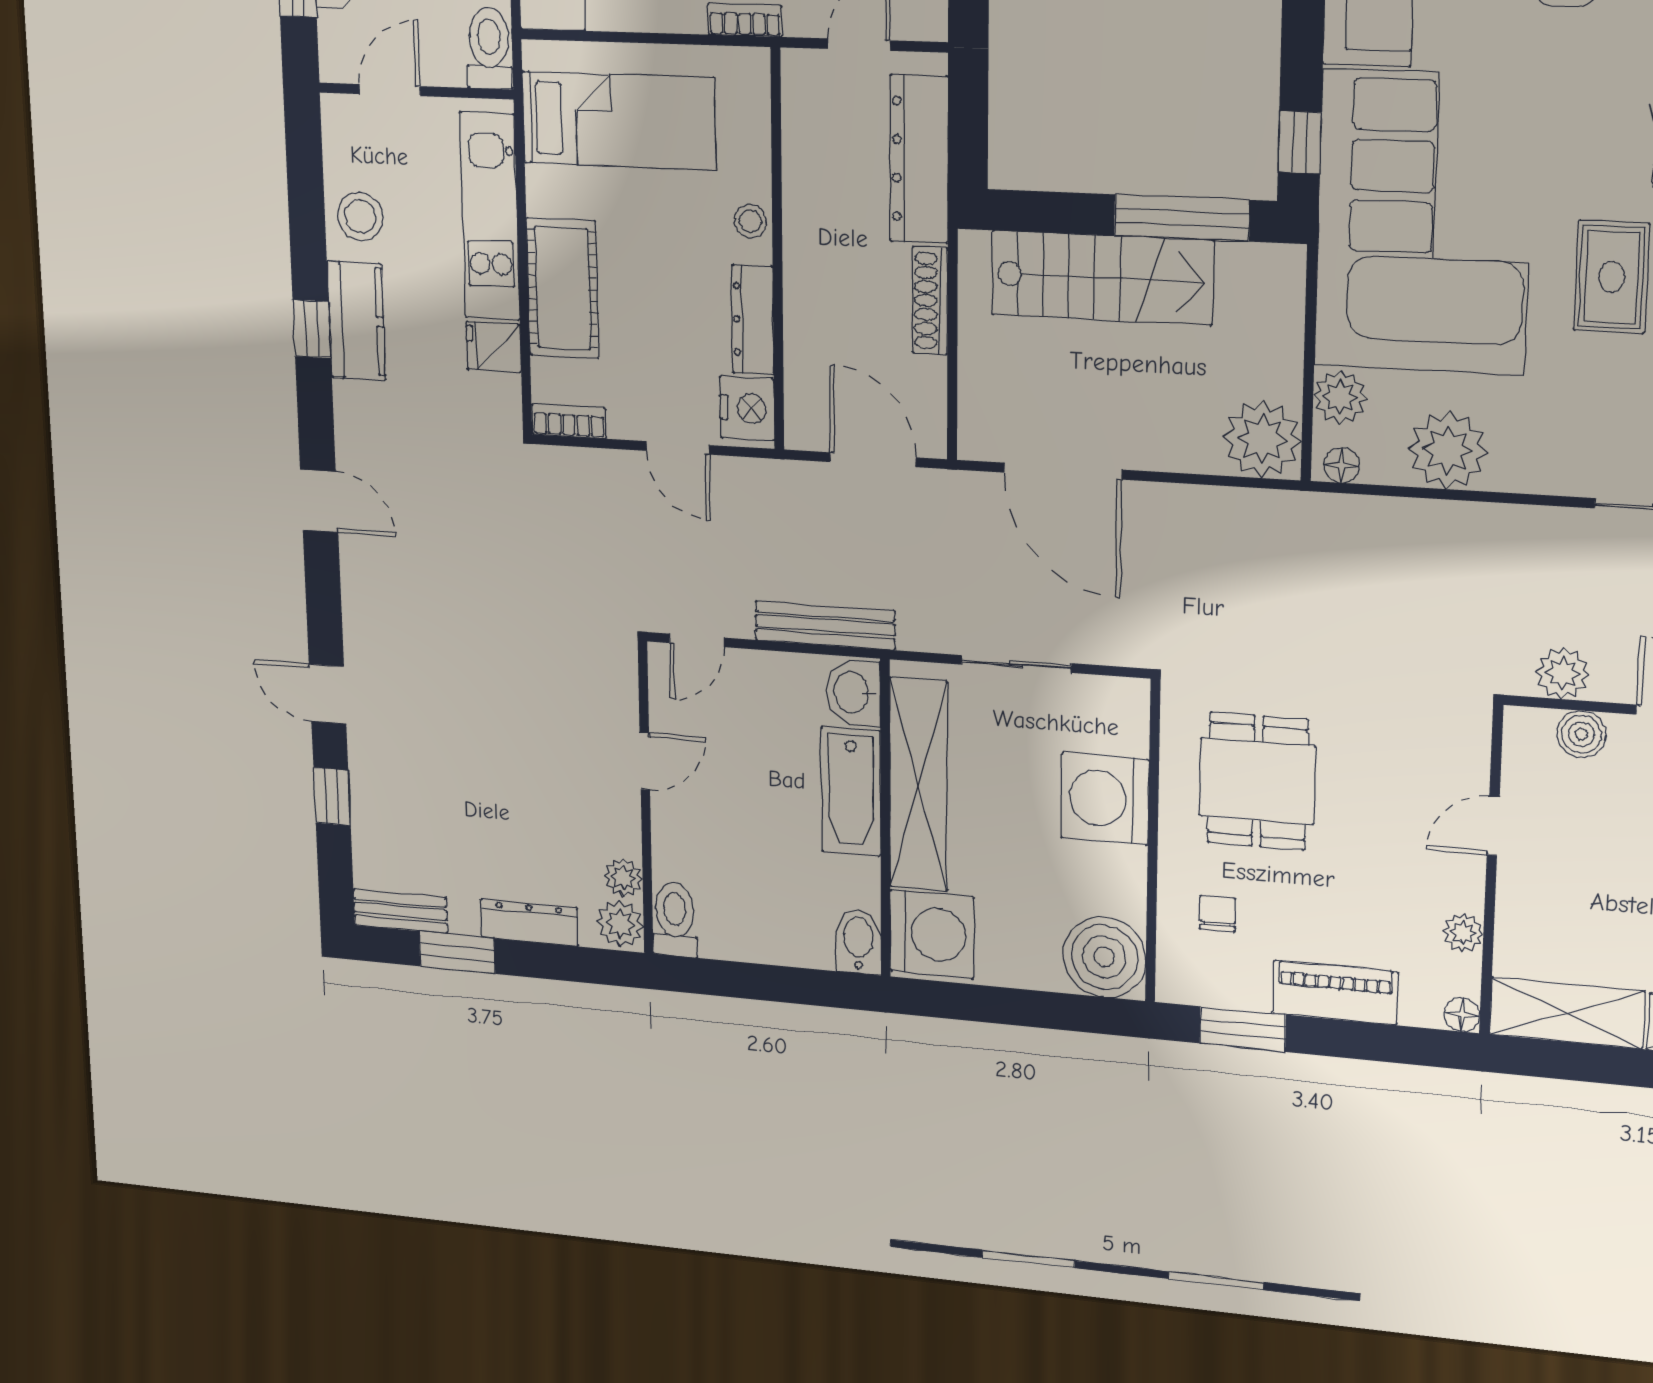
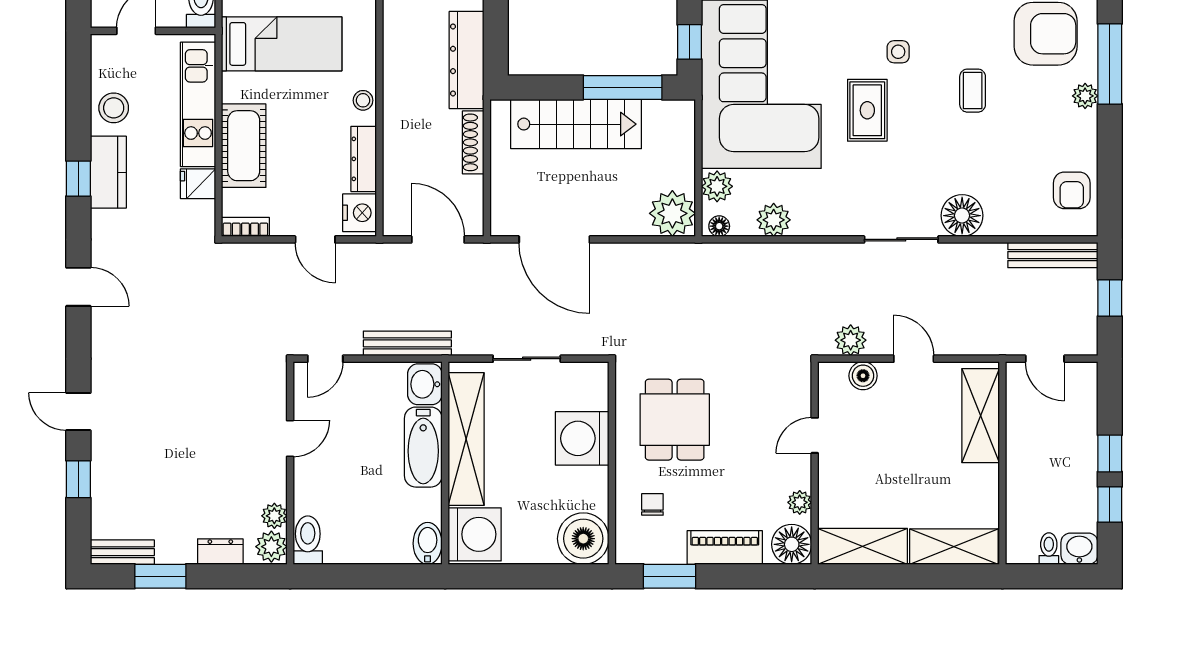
plant: (1448, 450) -> (774, 220), width x0.73, depth x0.73
dresser: (529, 923) -> (220, 552), width x0.70
floor lamp: (1462, 1015) -> (792, 544), width x1.89, depth x1.89

